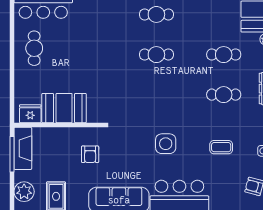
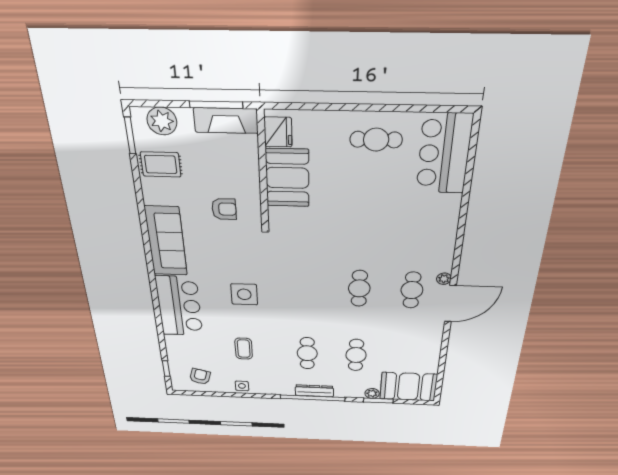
armchair: (90, 154) -> (224, 209), turned 180

